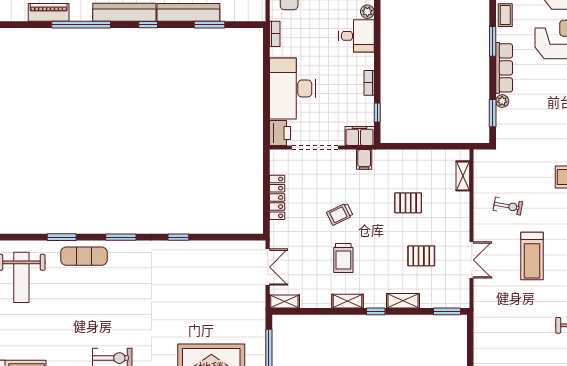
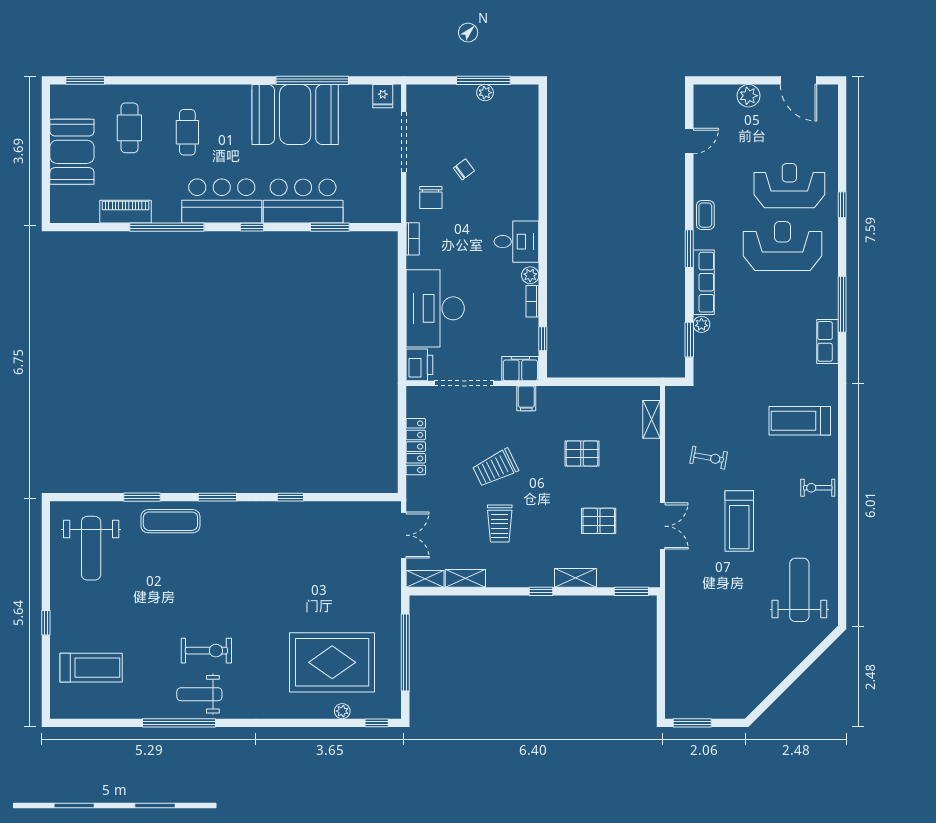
plant: (367, 12) -> (530, 275), moved
trolley: (340, 214) -> (495, 468), width x1.36, depth x1.39
shelving: (347, 301) -> (465, 578), moved

